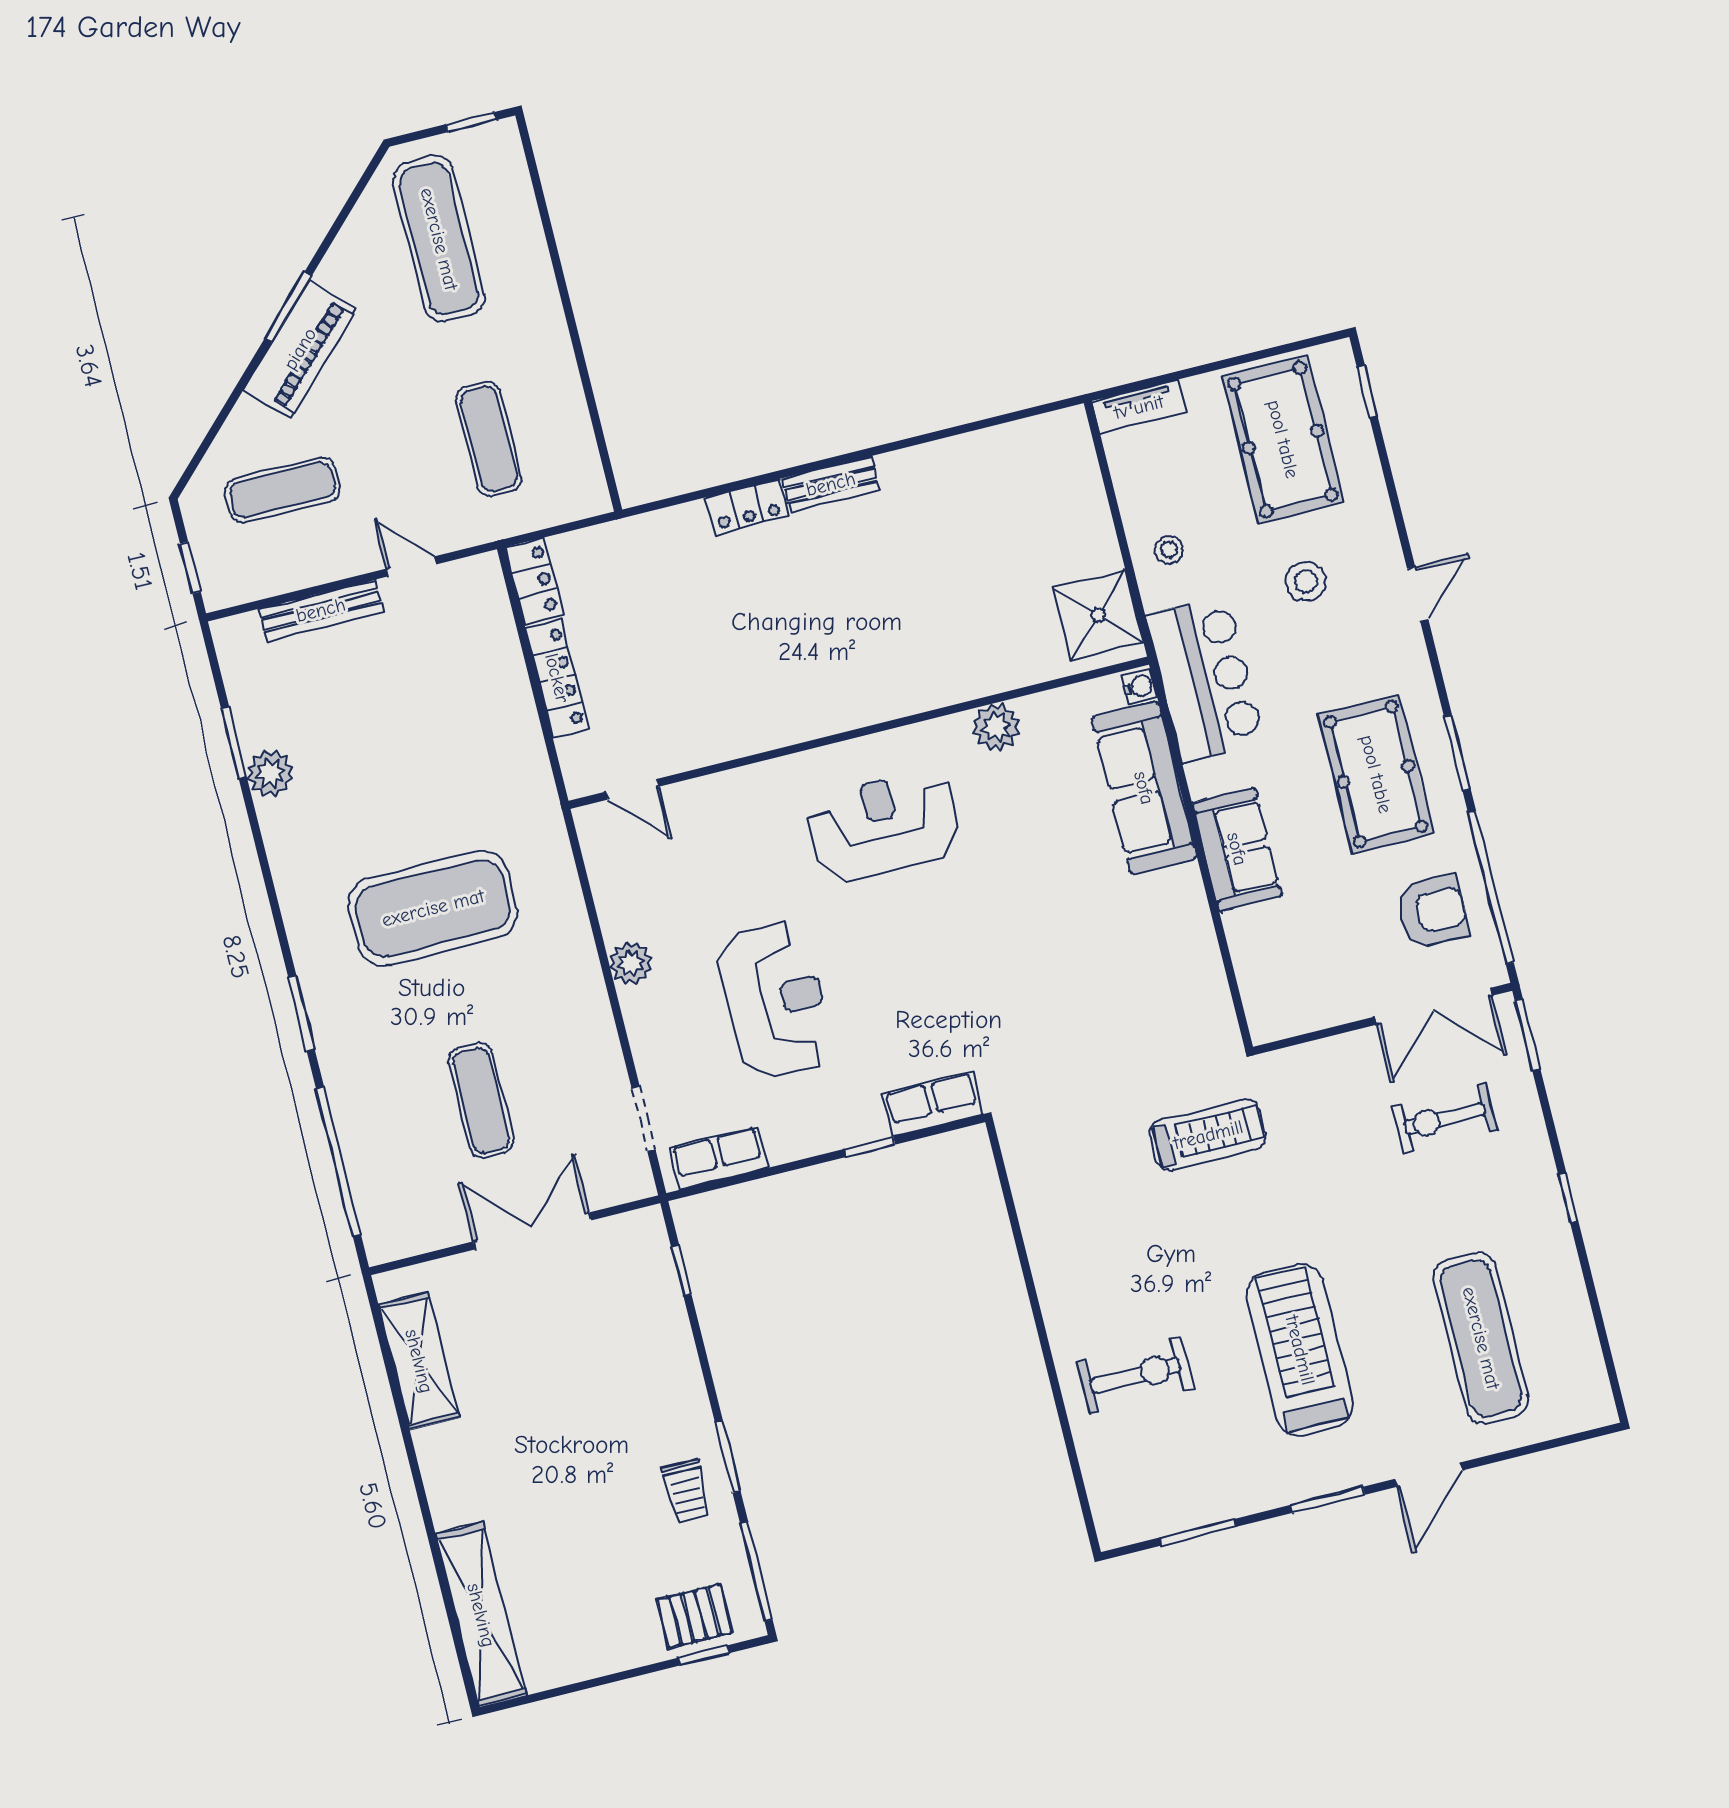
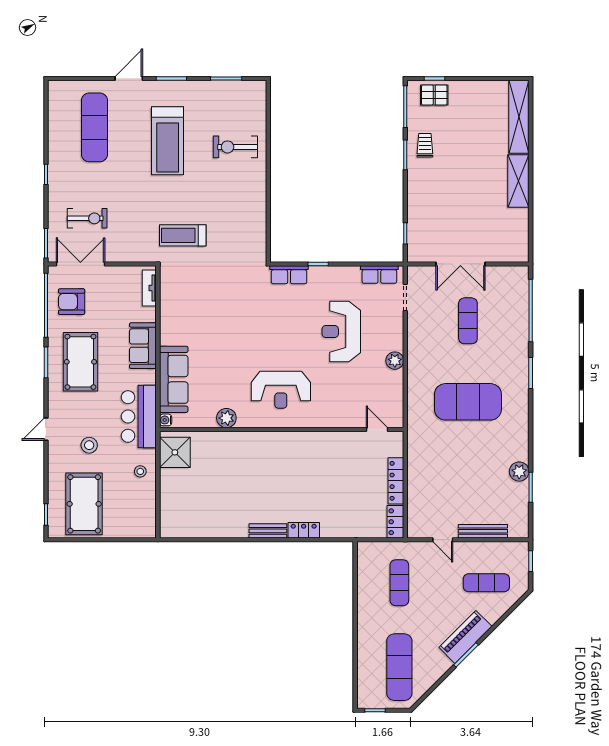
tv unit: (1139, 407) -> (149, 288), moved, turned -90
shelving: (419, 1361) -> (518, 181), moved

